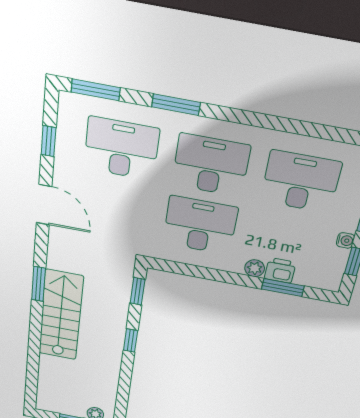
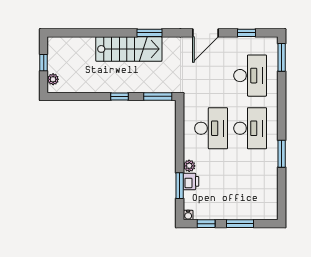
window: (176, 105) -> (282, 154), moved
desk: (301, 182) -> (250, 181), removed
water cooler: (345, 240) -> (188, 215), moved
window: (138, 291) -> (158, 96), width x1.50

